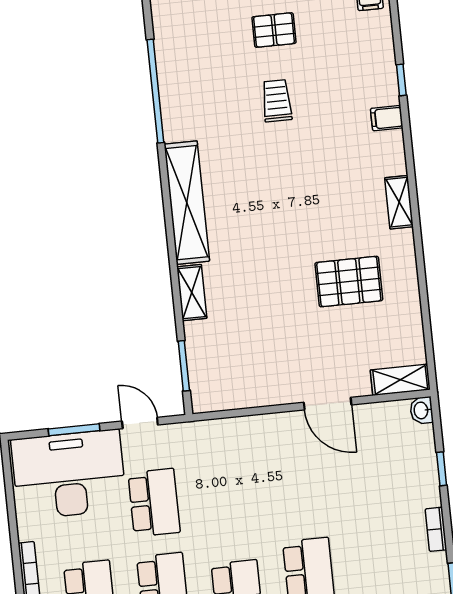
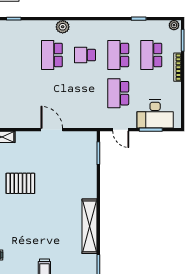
shelving: (192, 293) -> (91, 186), removed
door: (328, 404) -> (52, 130), moved
desk: (69, 475) -> (155, 114), width x0.73, depth x0.77

